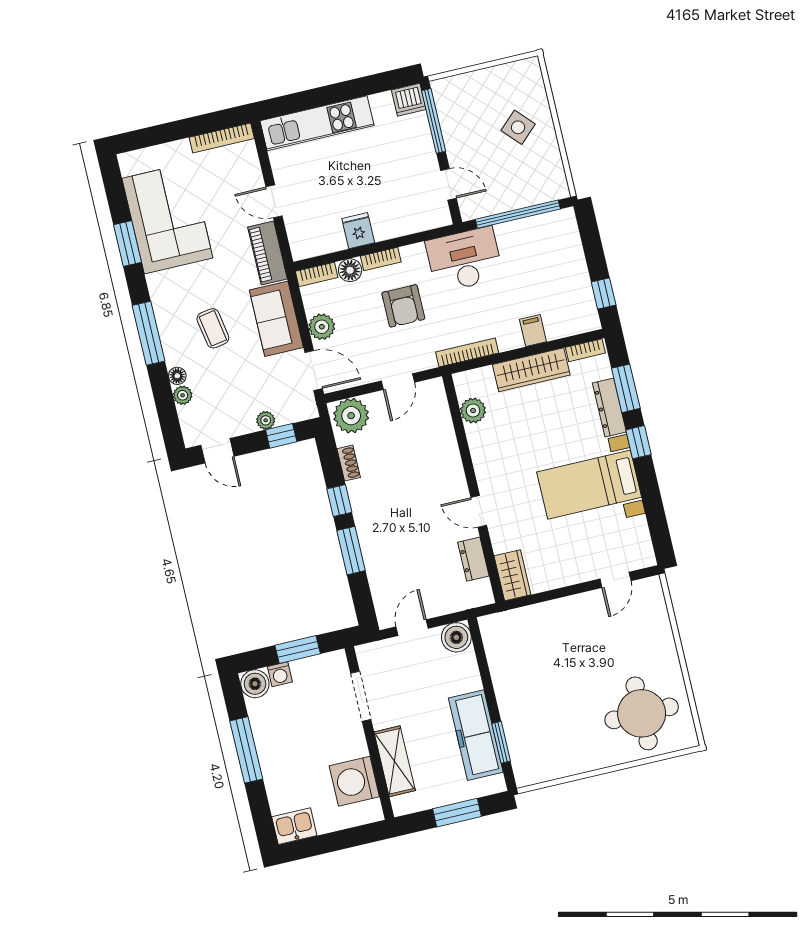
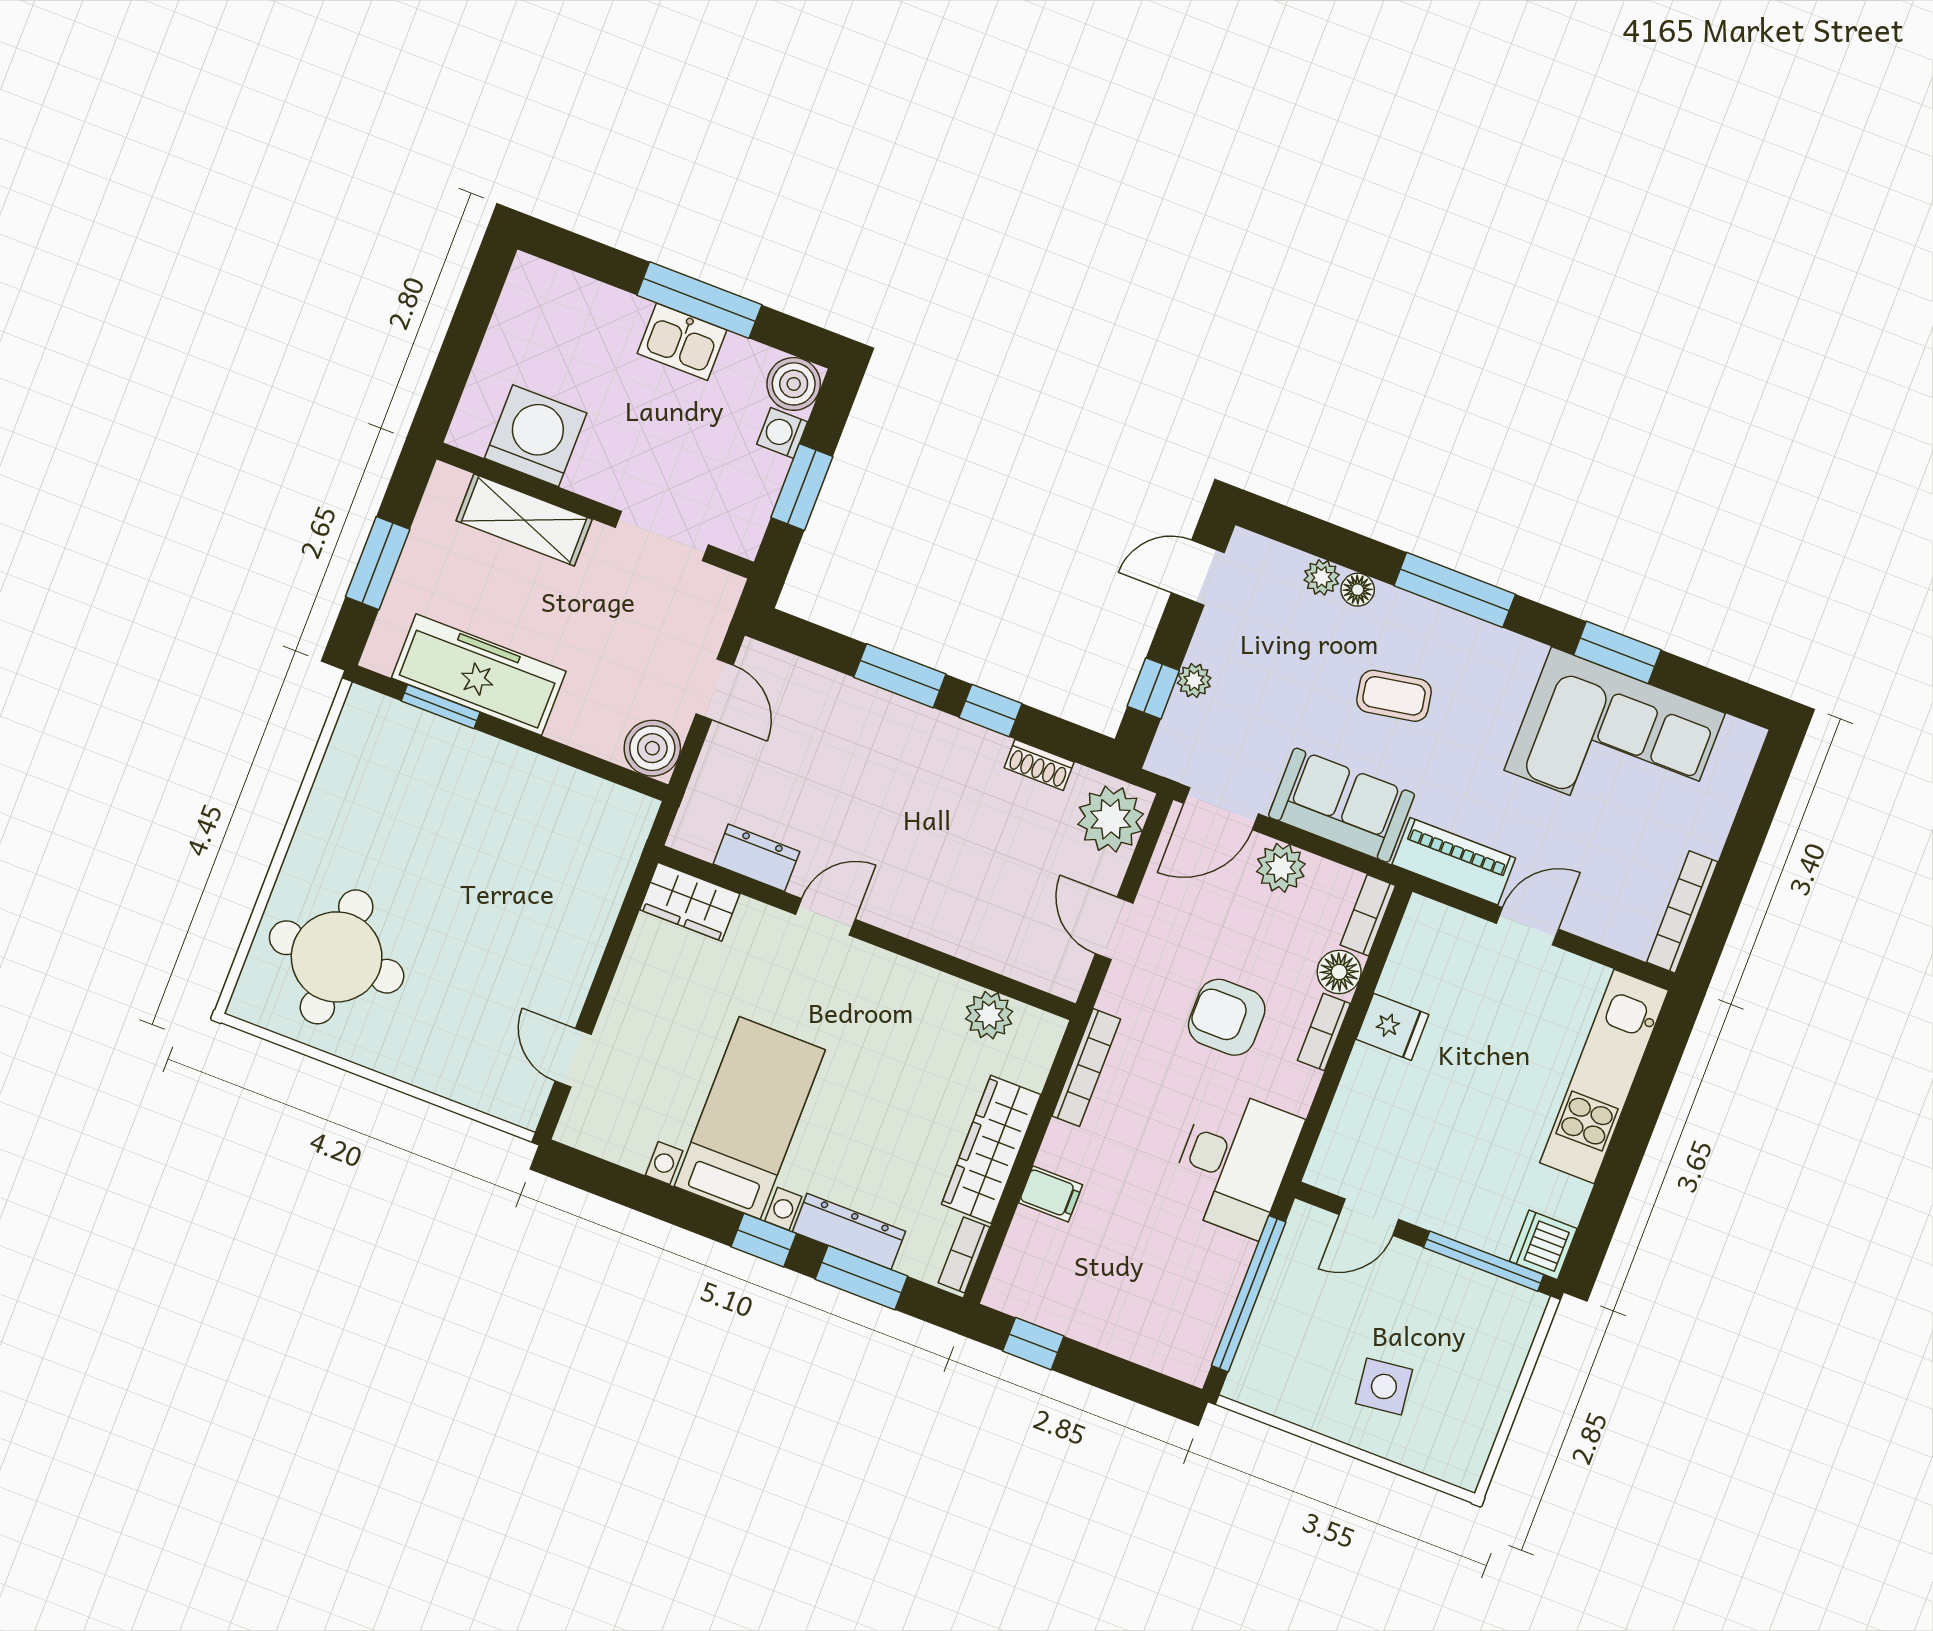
side table: (518, 127) -> (1384, 1386), turned 36
kitchen sink: (294, 826) -> (682, 342), moved, turned 90

